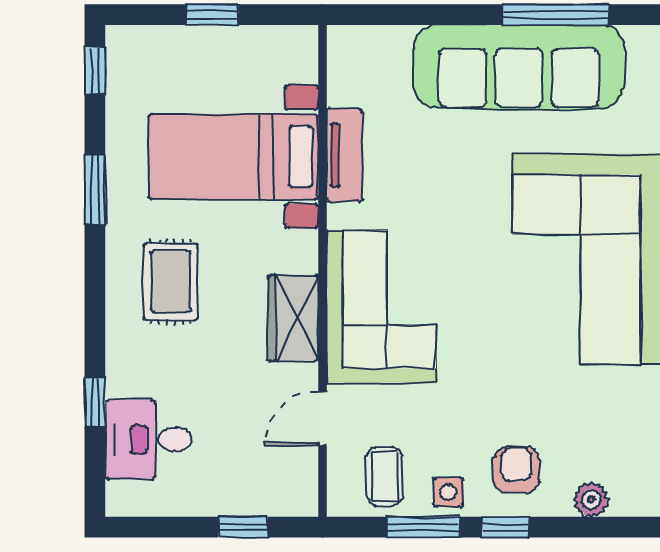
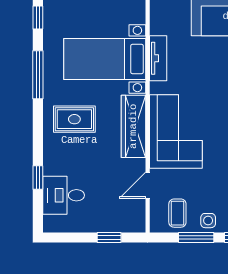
window: (95, 189) -> (38, 75), width x1.44
rug: (171, 282) -> (74, 119), turned 90
wardrobe: (293, 318) -> (133, 126), width x1.50

